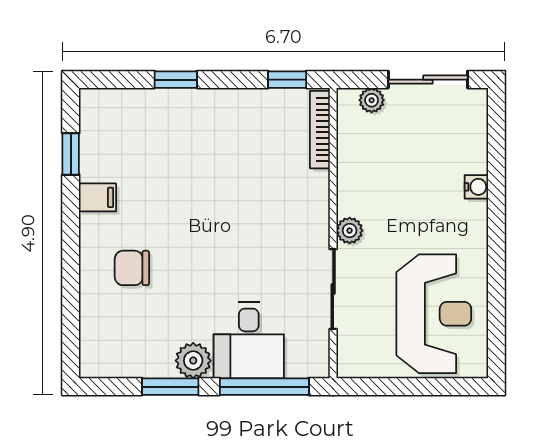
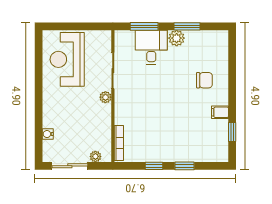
window: (287, 80) -> (154, 166), moved
water cooler: (476, 187) -> (48, 134), moved
window: (264, 387) -> (144, 26), width x0.69

